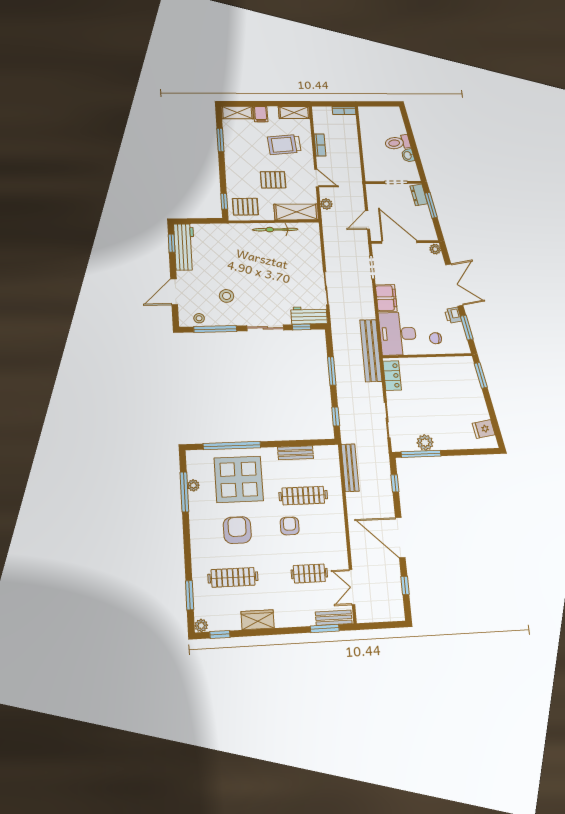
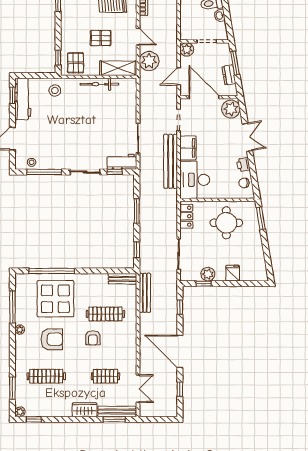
plant: (374, 191) -> (187, 49), added
dresser: (419, 195) -> (229, 75), moved
plant: (326, 204) -> (149, 61), width x1.87, depth x1.87
pallet: (245, 207) -> (76, 63), turned 90
plant: (435, 249) -> (231, 109), width x1.87, depth x1.87
double door: (454, 285) -> (247, 137), width x0.73
stool: (227, 296) -> (55, 91), moved
window: (467, 328) -> (254, 176), removed
chair: (435, 338) -> (244, 183), moved
bench: (371, 351) -> (171, 161), moved
round table: (441, 382) -> (226, 223), added
fridge: (484, 429) -> (233, 273), moved, turned 99
bench: (296, 453) -> (122, 279), moved
window: (421, 454) -> (204, 284), width x0.46
plant: (193, 485) -> (20, 330), moved
armchair: (290, 526) -> (93, 338), turned 180
armchair: (237, 530) -> (52, 339), turned 90
double door: (352, 587) -> (138, 389), swing flipped
bench: (334, 618) -> (117, 412), width x1.36
wardrobe: (258, 620) -> (85, 410), moved

